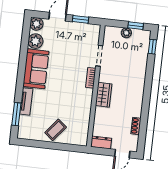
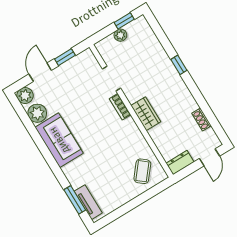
window: (152, 47) -> (179, 65), moved
tv unit: (26, 101) -> (88, 202), moved
coffee table: (56, 130) -> (142, 171), moved

